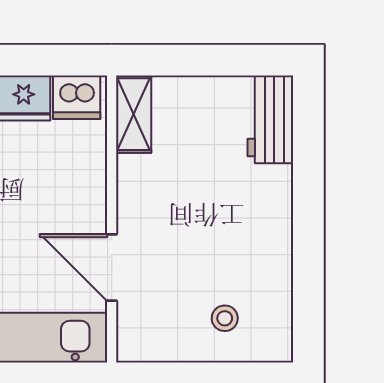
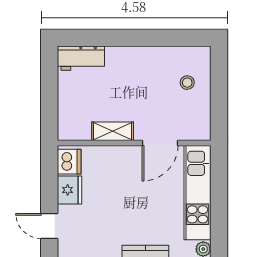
shelving: (134, 114) -> (113, 131), moved

